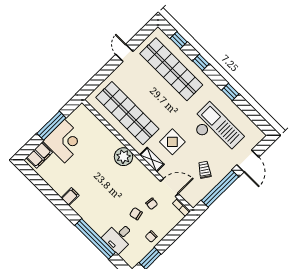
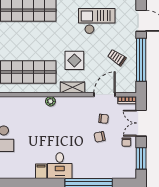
checkout: (216, 130) -> (97, 21), width x0.73, depth x0.83
plant: (123, 157) -> (50, 101), width x0.53, depth x0.53
double door: (175, 233) -> (141, 123), added
desk: (119, 237) -> (60, 166), moved

